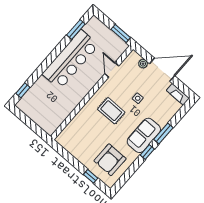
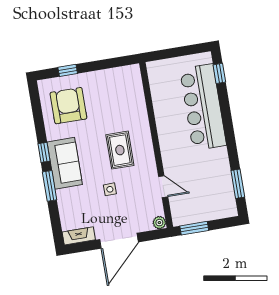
bar counter: (71, 60) -> (203, 107), moved
plant: (143, 64) -> (159, 223), moved
rug: (111, 111) -> (120, 150), turned 90

